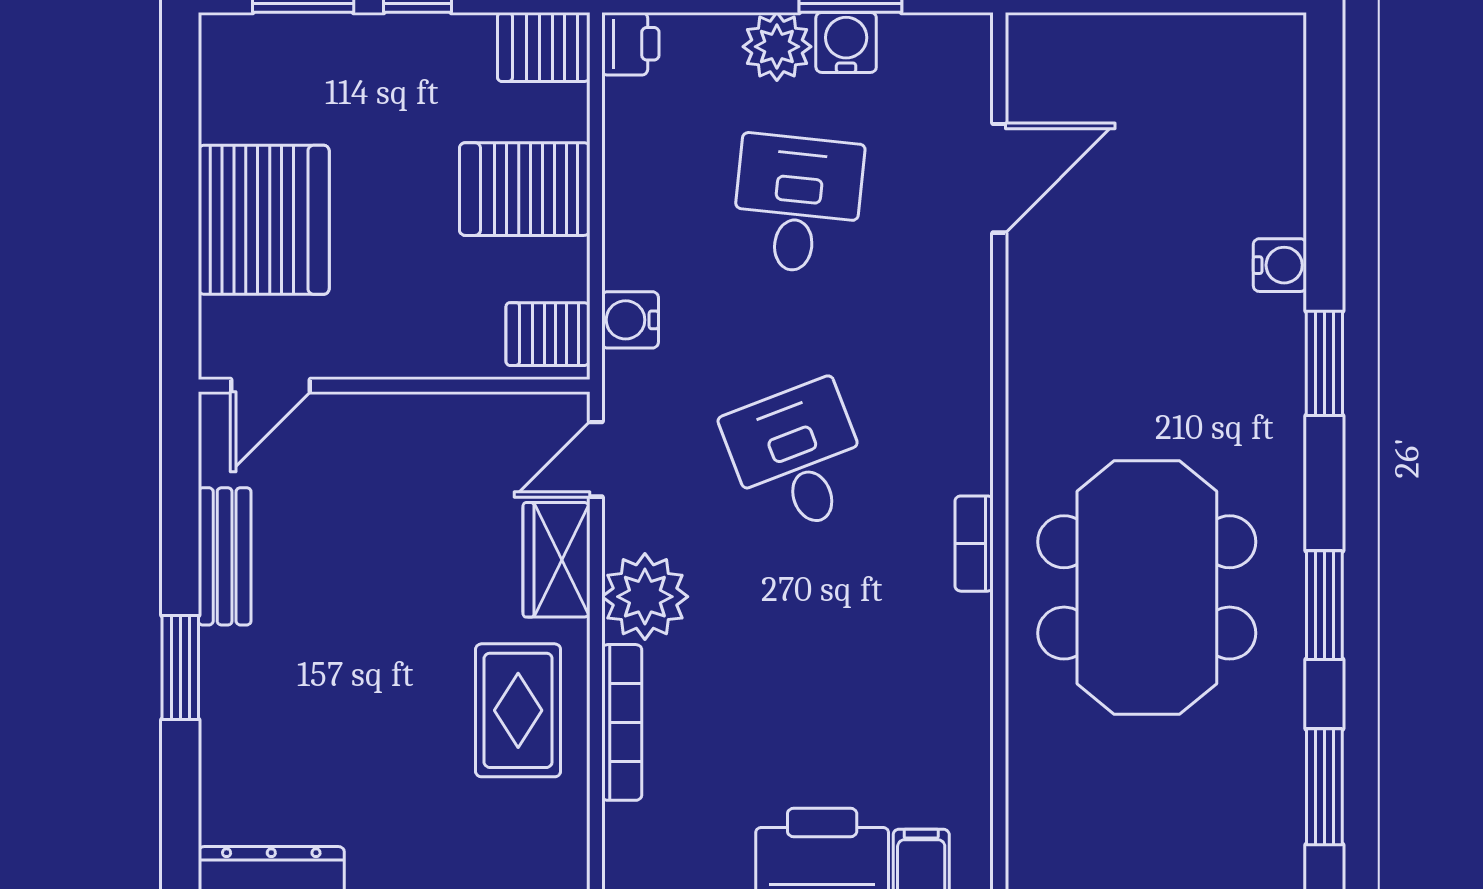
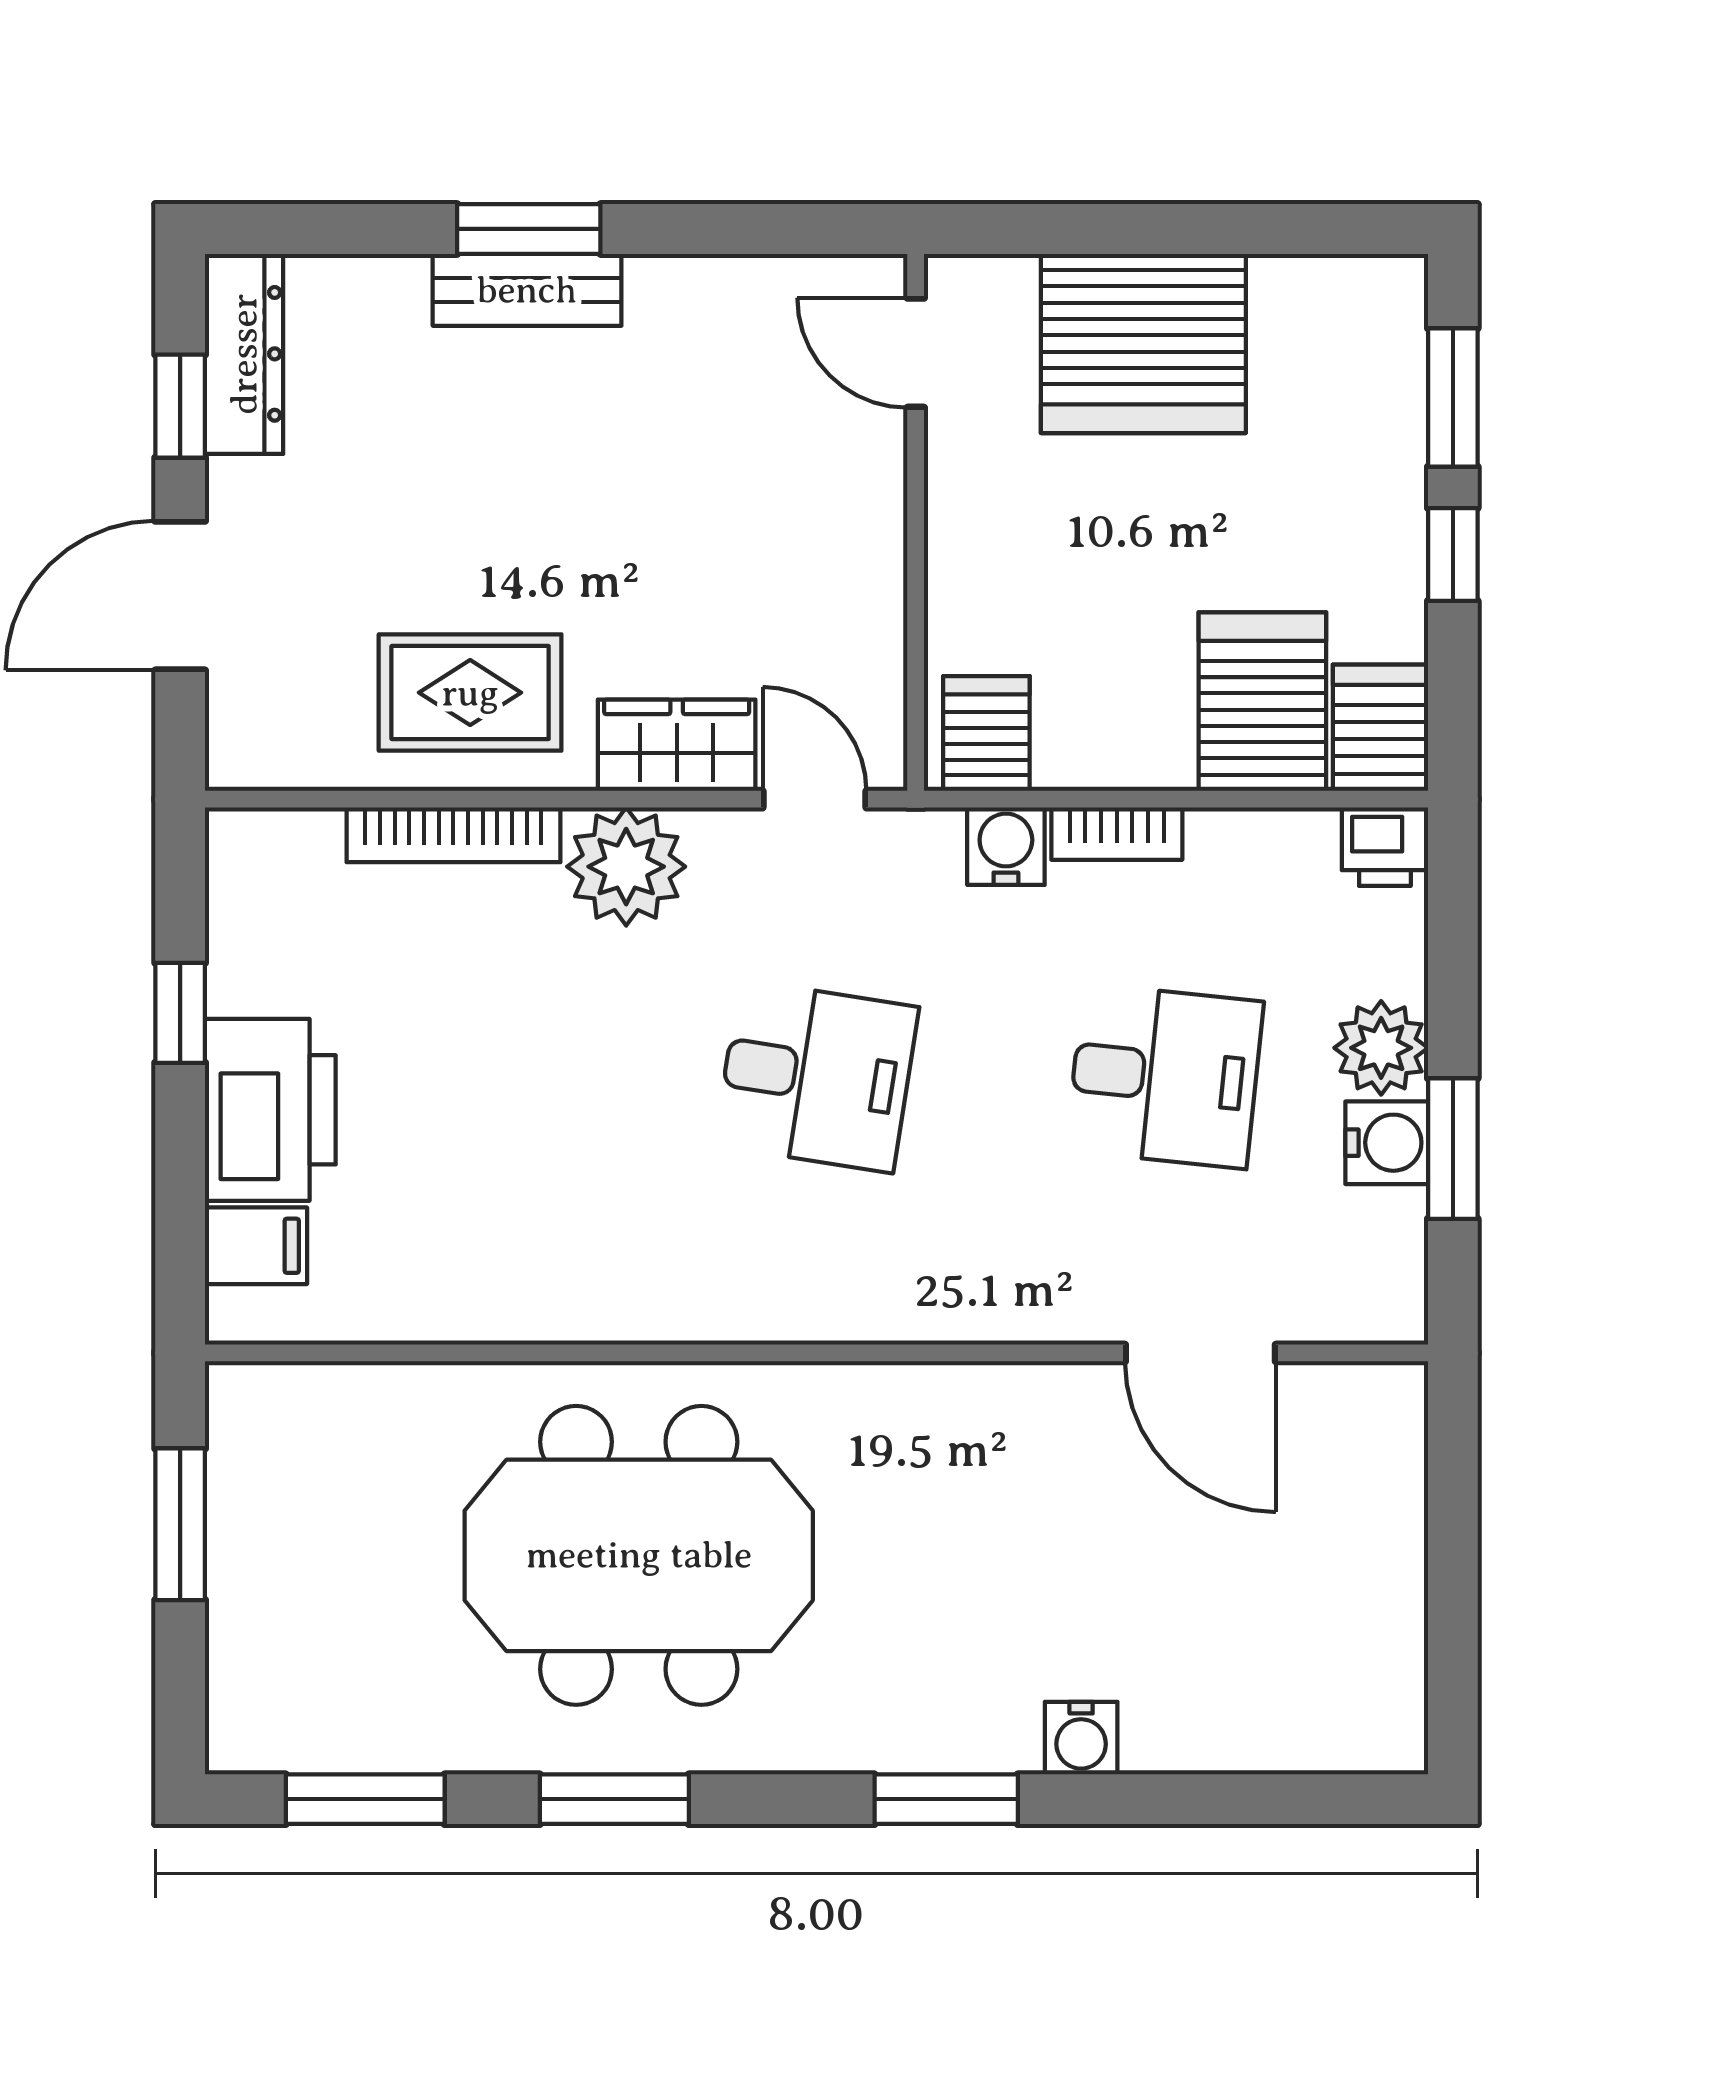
server rack: (525, 189) -> (1262, 702), moved
desk: (798, 458) -> (816, 1076), turned 30
bookcase: (974, 544) -> (1117, 834), moved, turned 180
bench: (225, 556) -> (527, 290), moved

